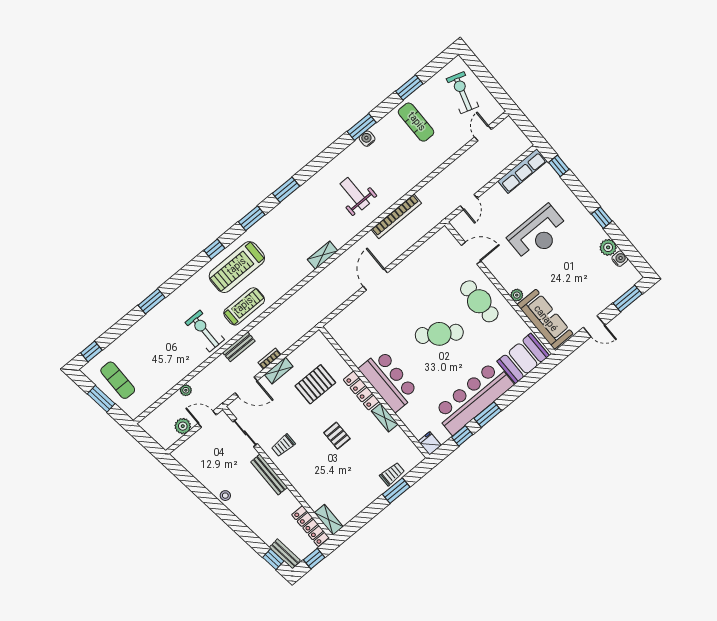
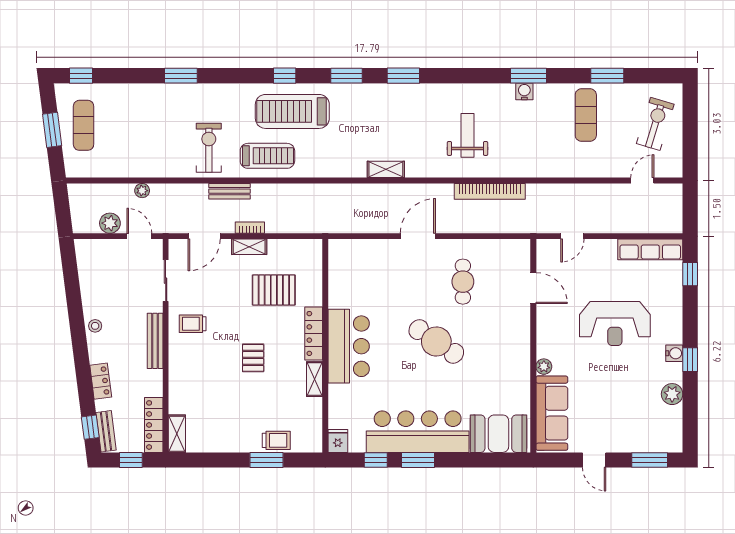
water cooler: (620, 259) -> (674, 353), moved
cafe table: (479, 301) -> (463, 282), moved, width x0.73, depth x0.74
door: (246, 387) -> (204, 236), hinge flipped
locker: (256, 526) -> (101, 381), added

